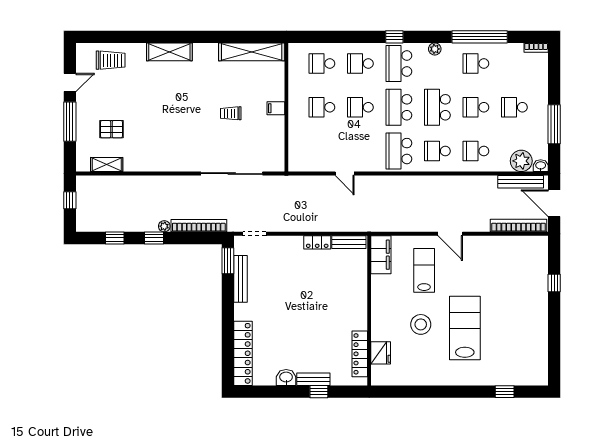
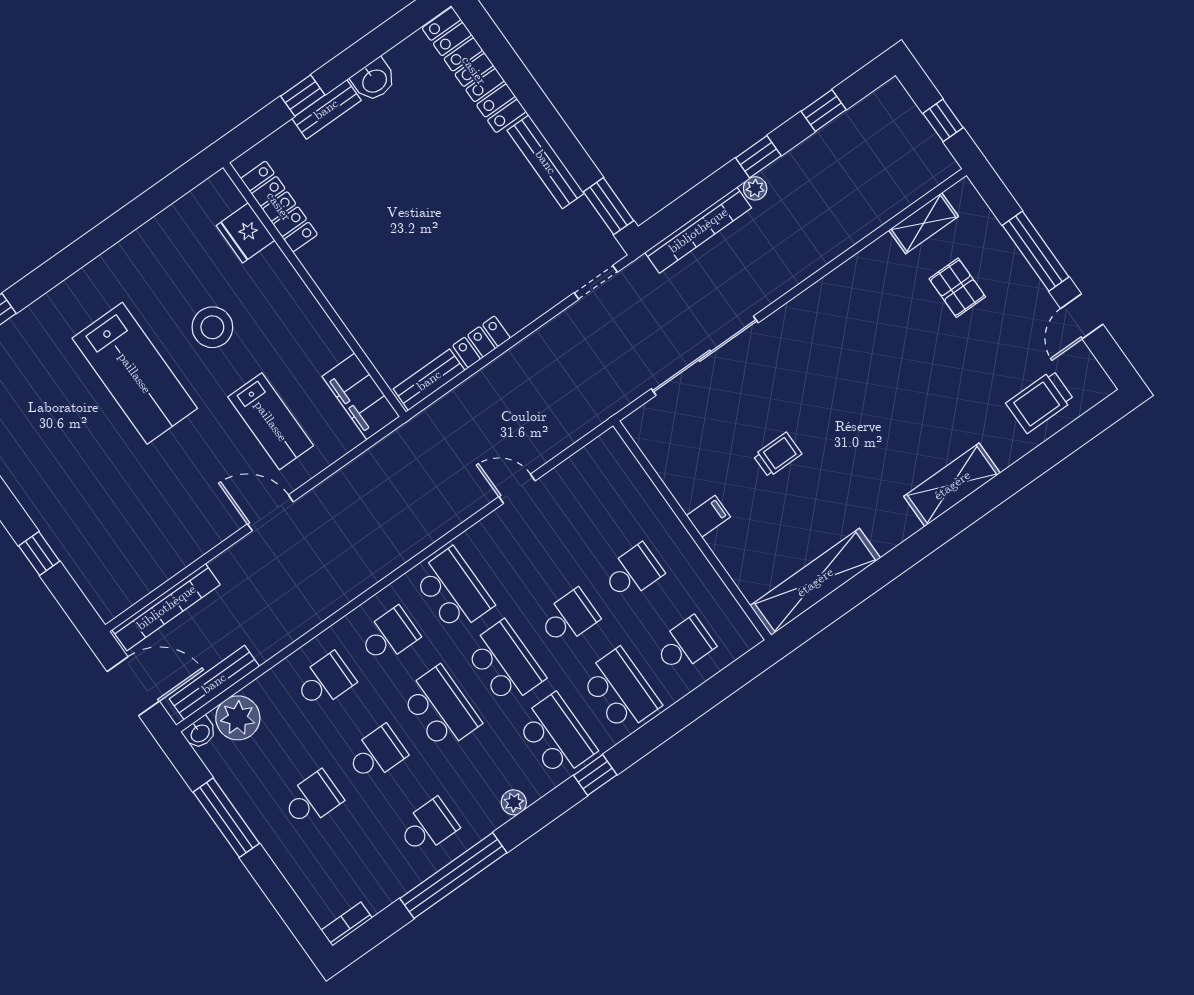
school desk: (360, 64) -> (620, 690), width x1.85
pallet: (111, 129) -> (957, 288), turned 90
bench: (241, 279) -> (546, 162), moved

